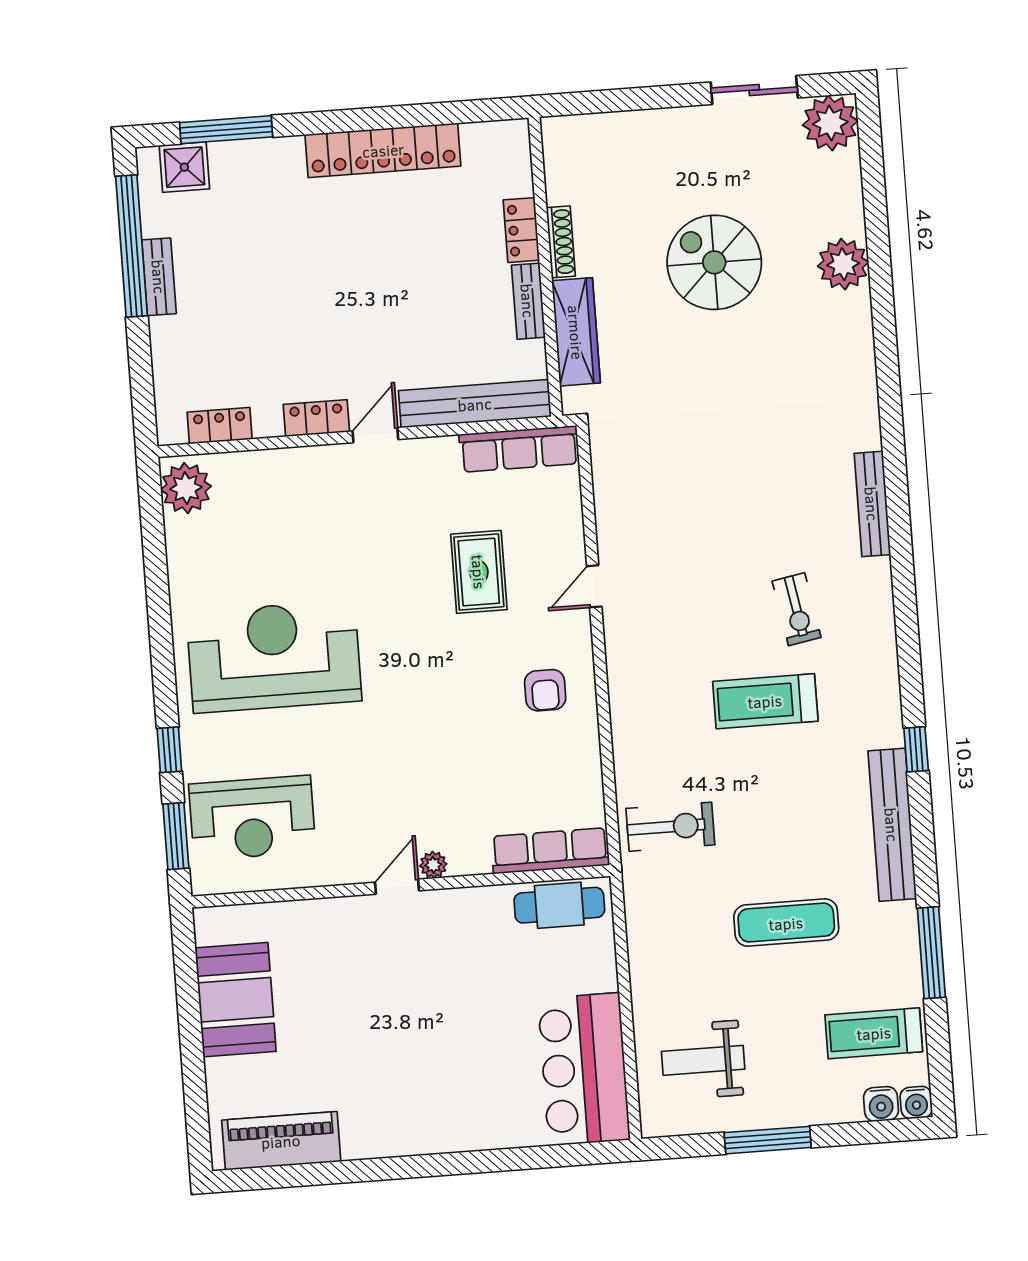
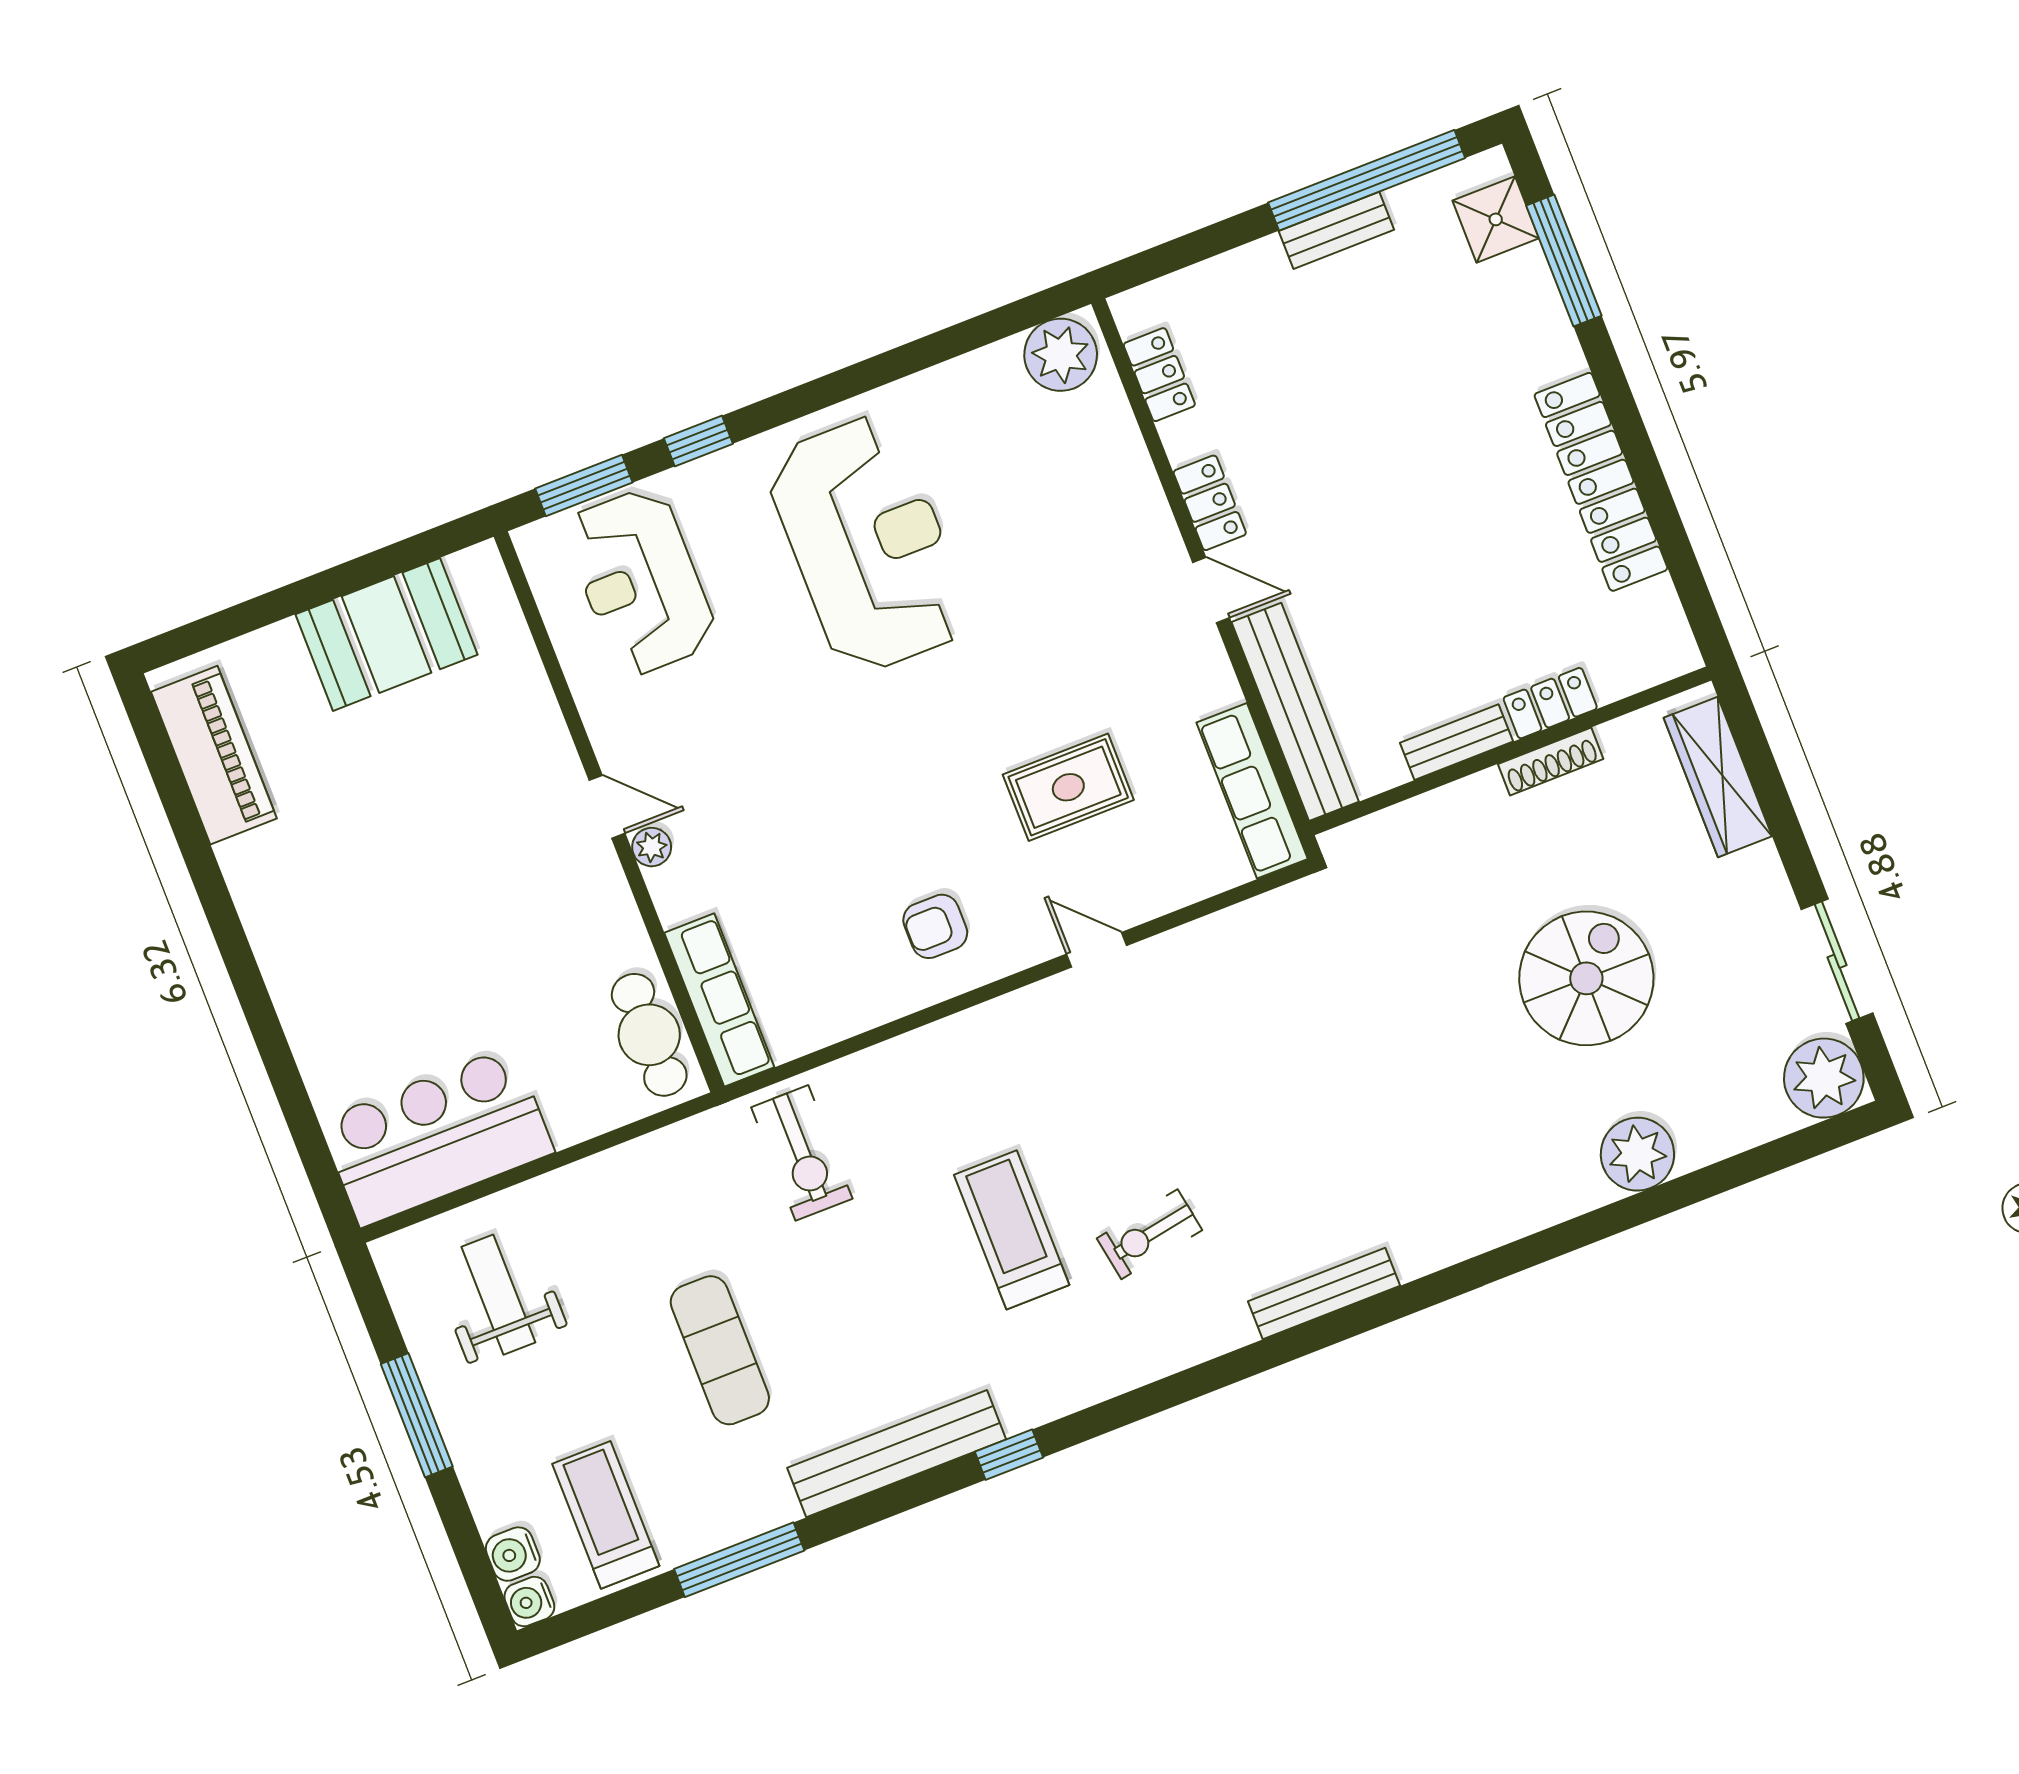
wardrobe: (576, 332) -> (1718, 777), moved, turned 90

